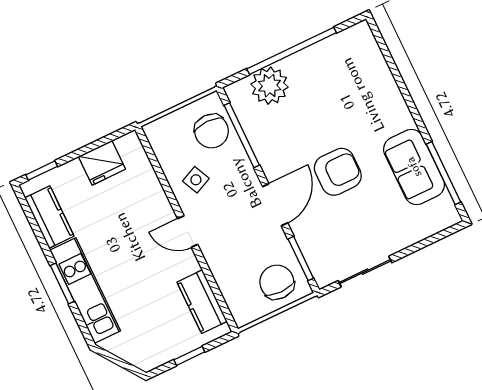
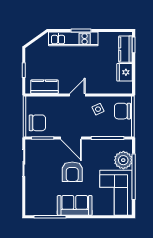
corner sofa: (338, 70) -> (116, 193), added
chair: (212, 131) -> (123, 111), moved
sofa: (414, 167) -> (75, 205), moved
kitchen counter: (49, 217) -> (126, 49), moved, turned 90

